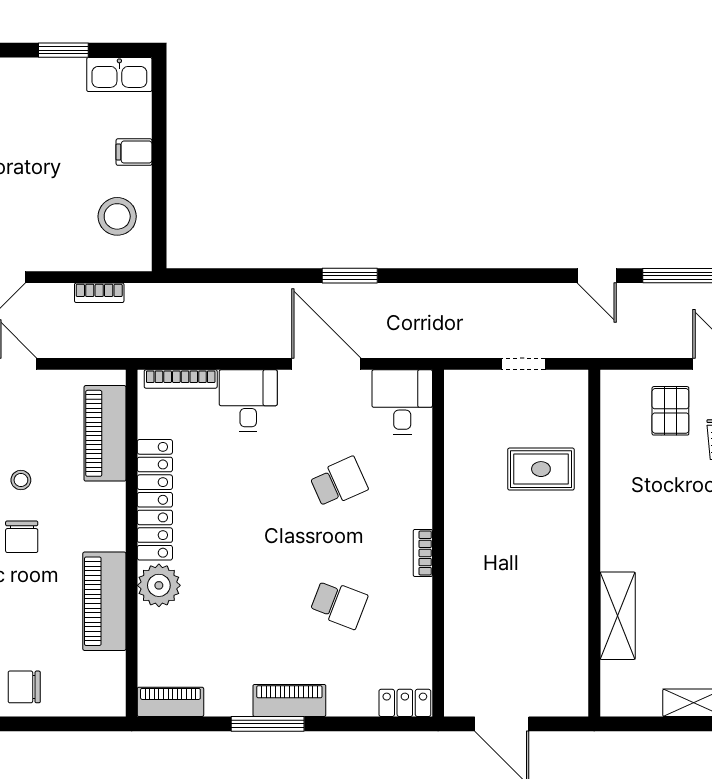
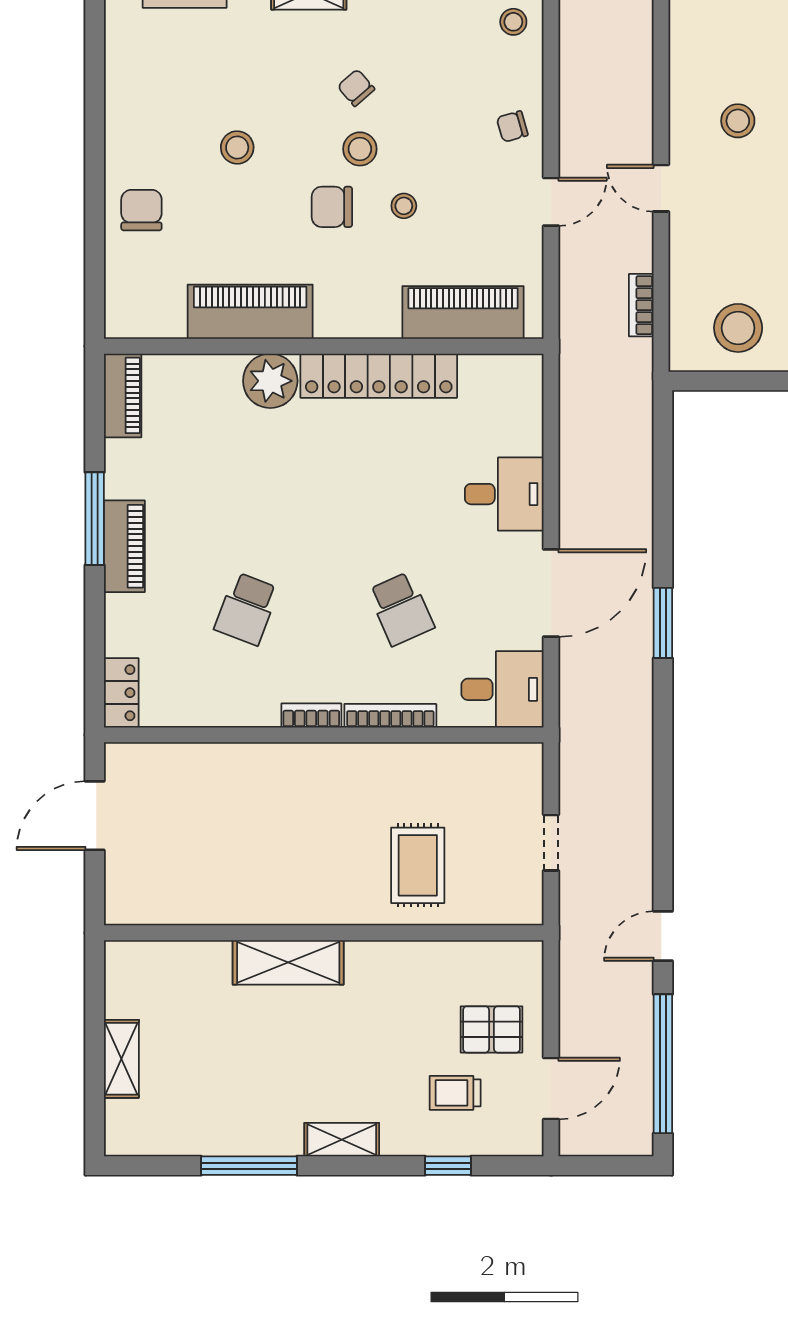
bookcase: (181, 379) -> (390, 716), moved, turned 90
shelving: (618, 616) -> (288, 962), moved

